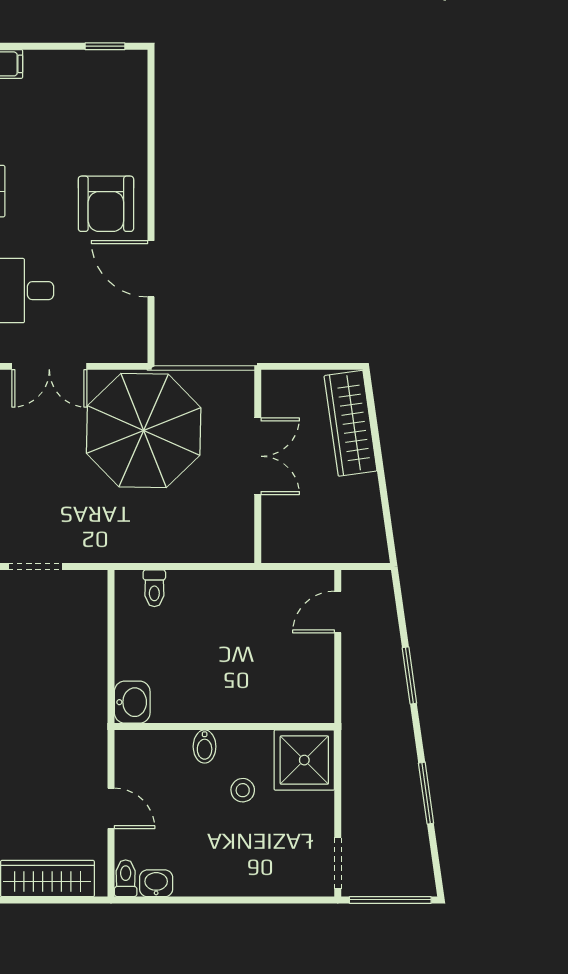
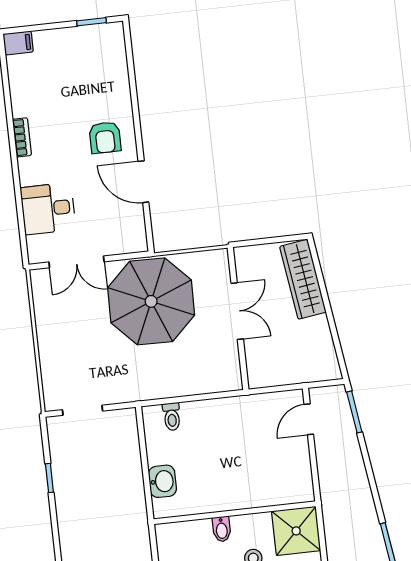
armchair: (106, 204) -> (105, 138), width x0.72, depth x0.72
window: (409, 675) -> (354, 412), moved
washbasin: (132, 702) -> (162, 481), moved

